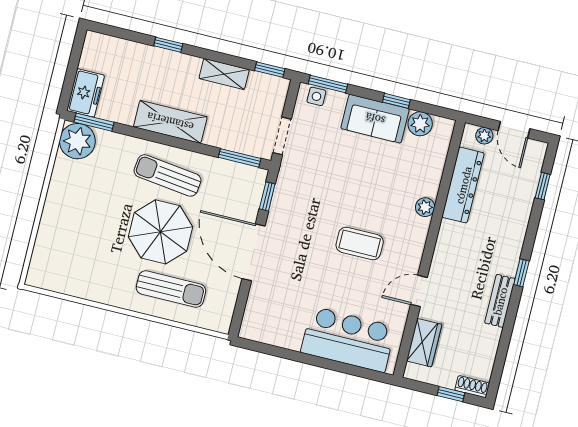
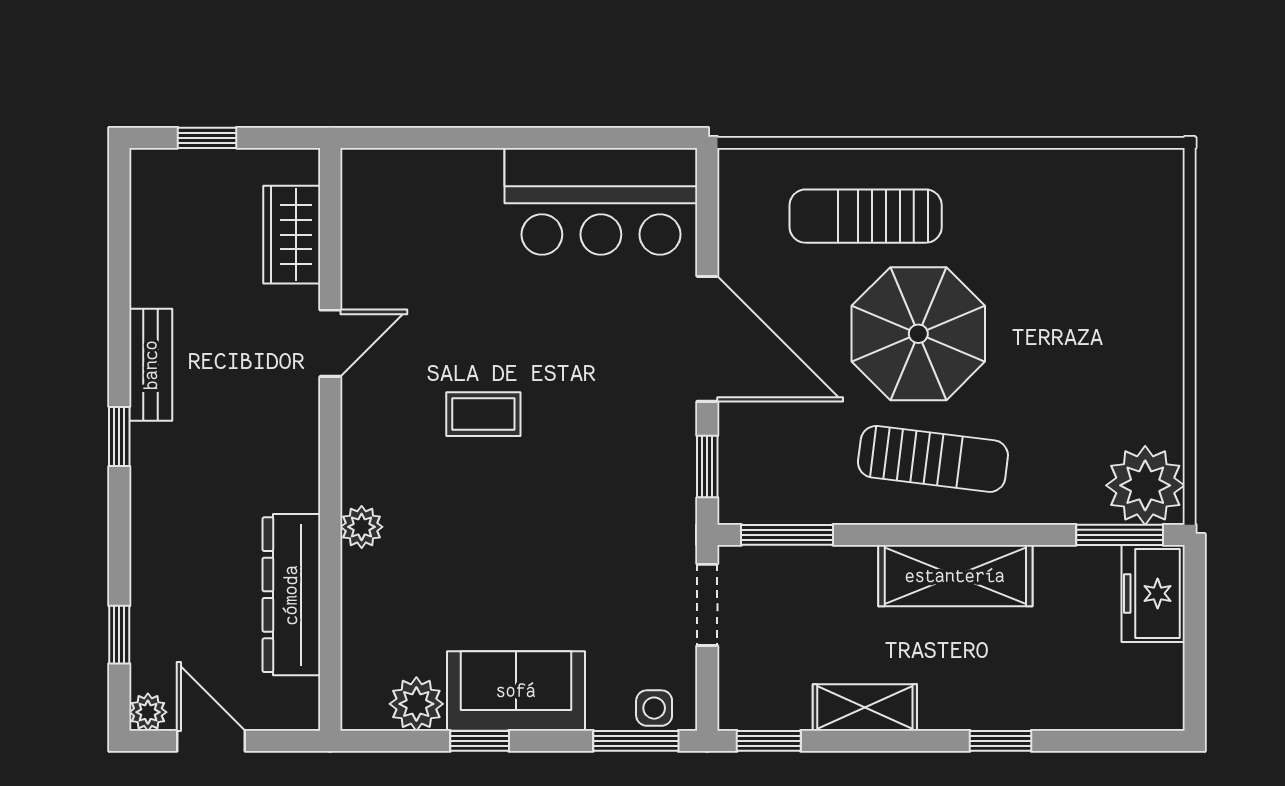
plant: (484, 136) -> (148, 712), moved
coffee table: (360, 243) -> (483, 414), width x0.73, depth x0.77
bar counter: (348, 339) -> (601, 201), moved
shoe rack: (472, 387) -> (165, 165), removed

